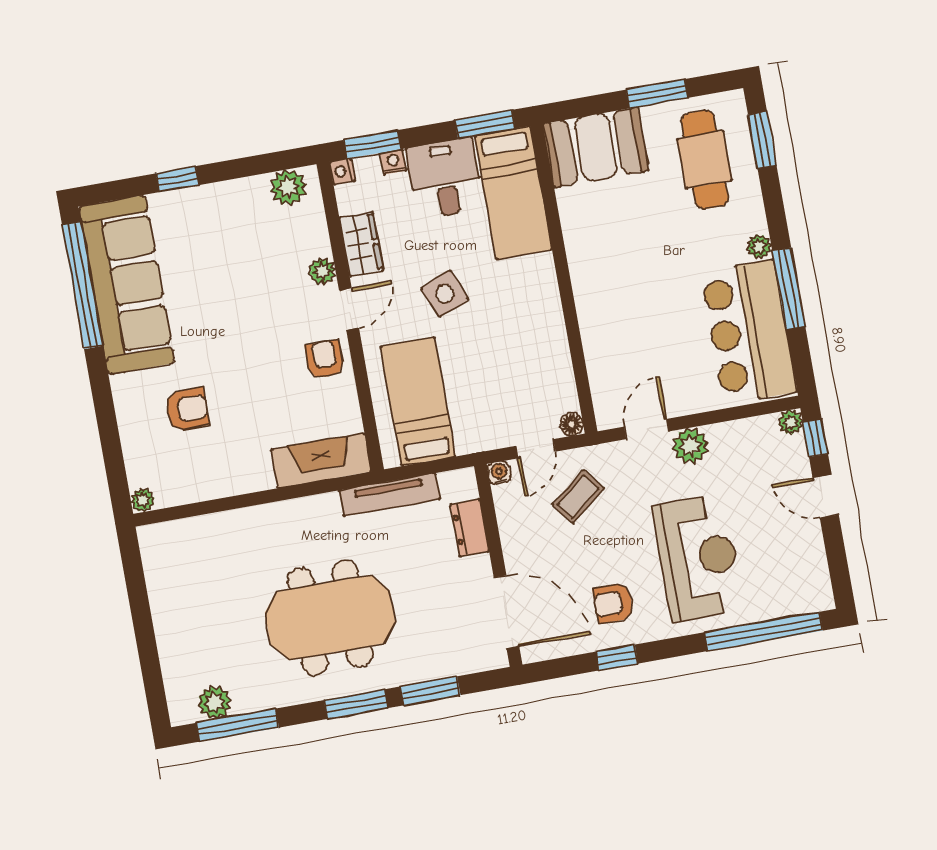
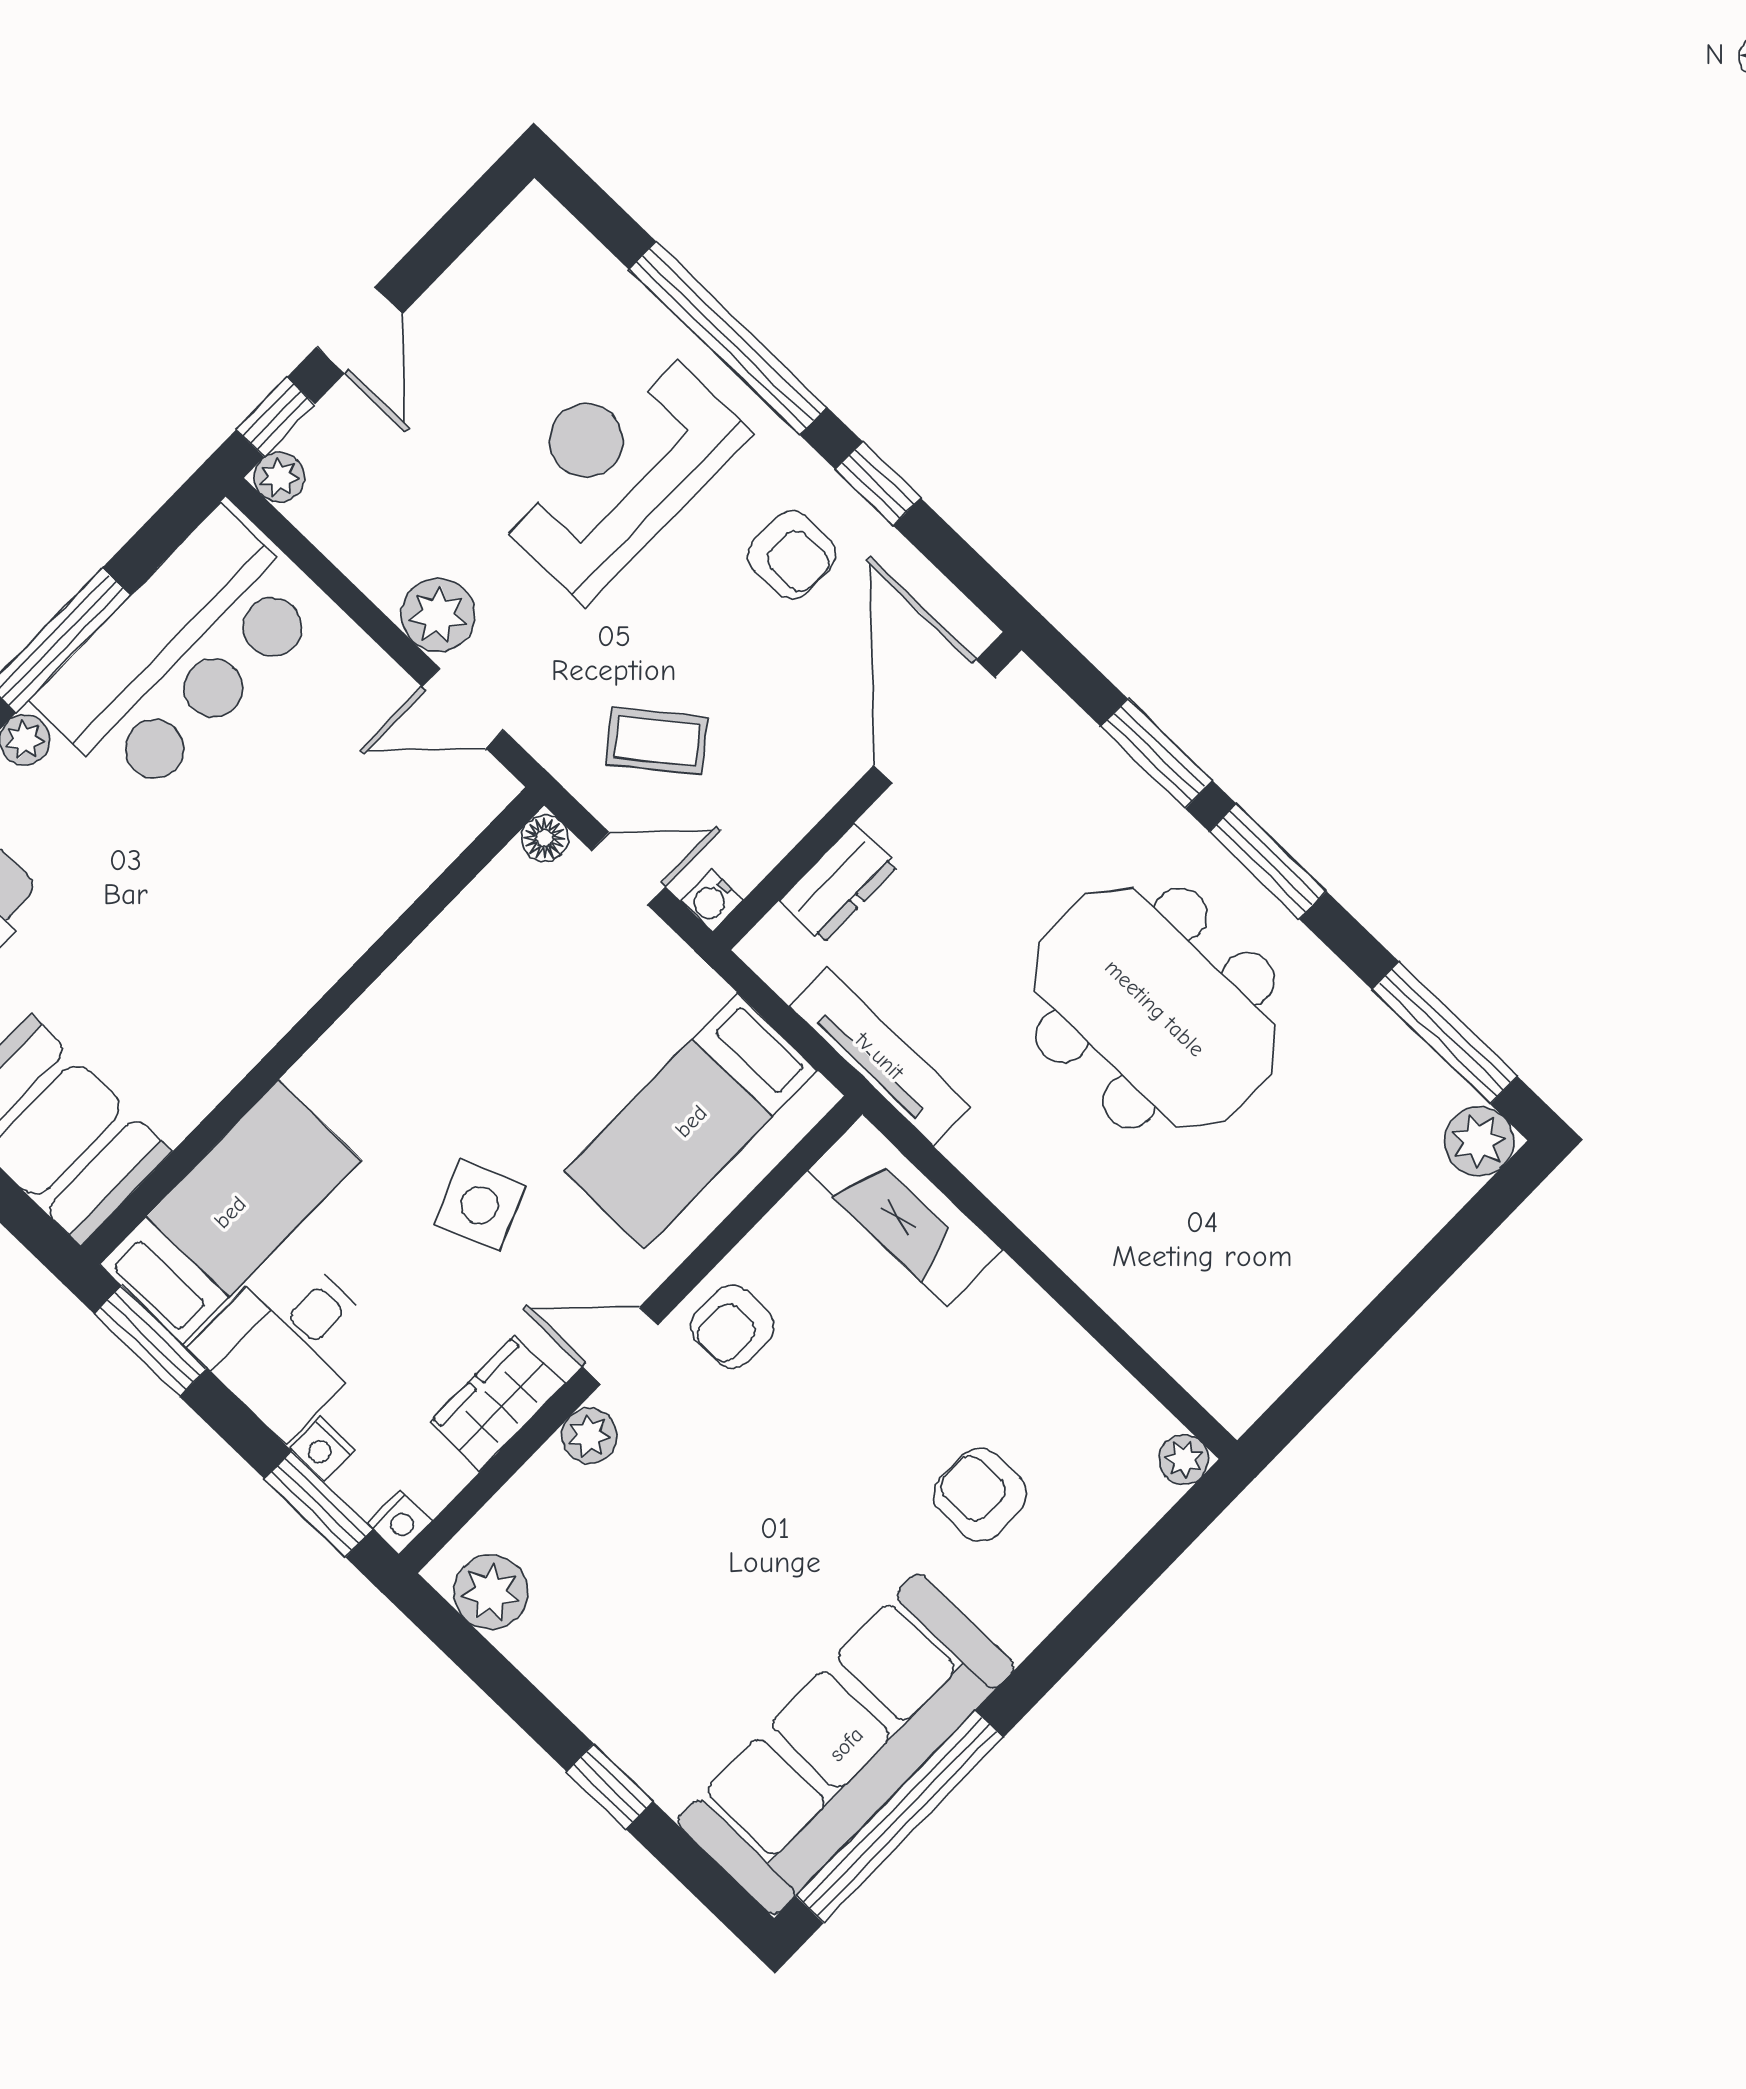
window: (764, 631) -> (728, 338), moved
plant: (215, 702) -> (1479, 1141), moved

